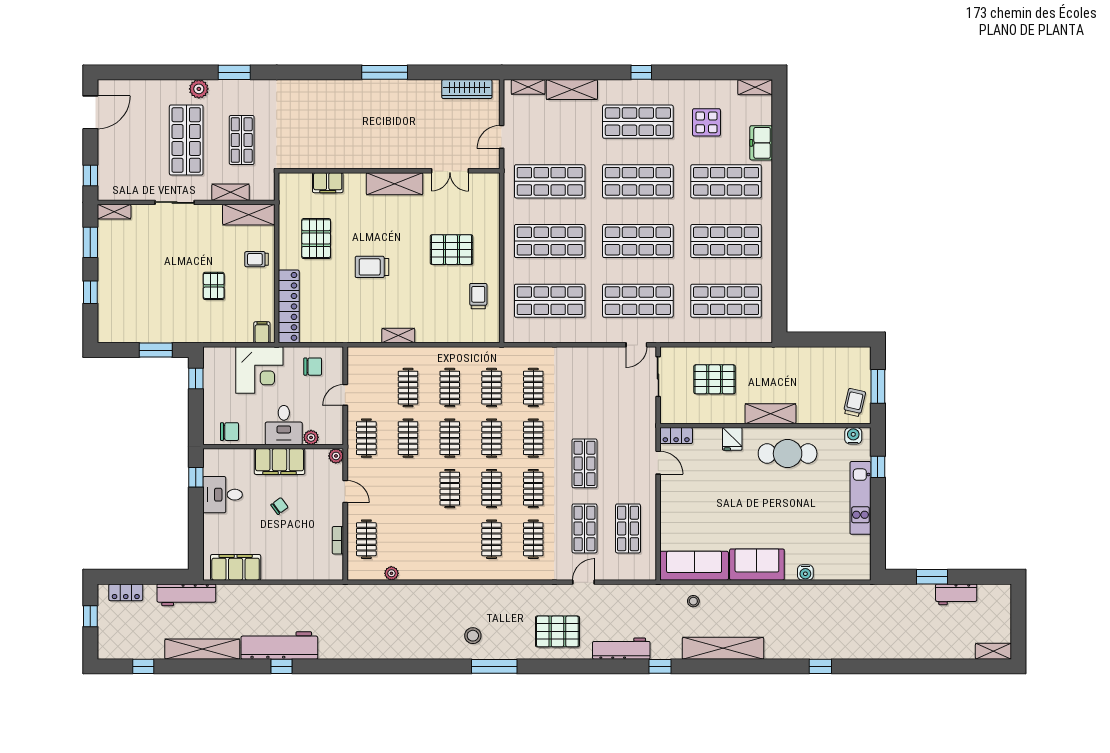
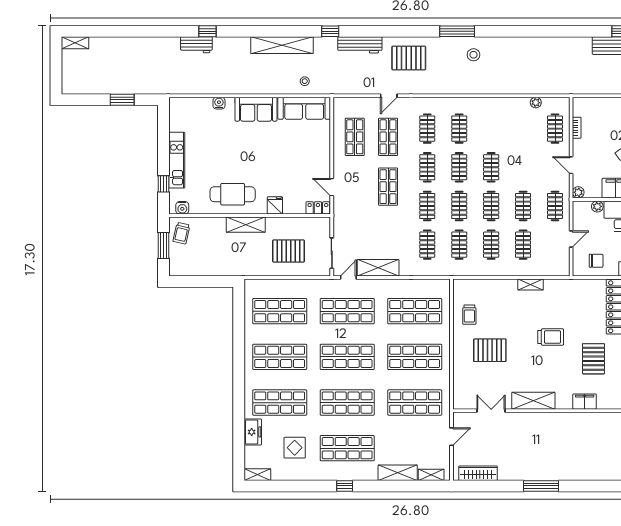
shelving: (598, 357) -> (378, 268), added
chair: (313, 367) -> (596, 261), turned 180
workbench: (956, 594) -> (196, 45), moved, turned 180

